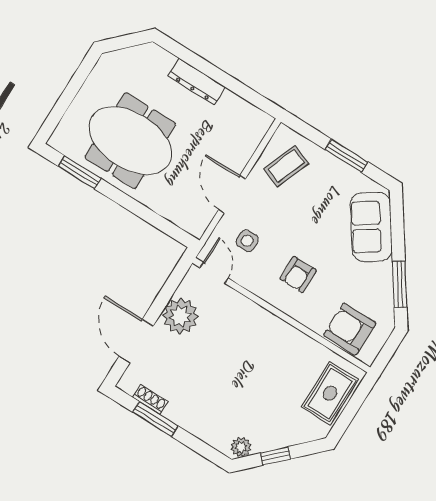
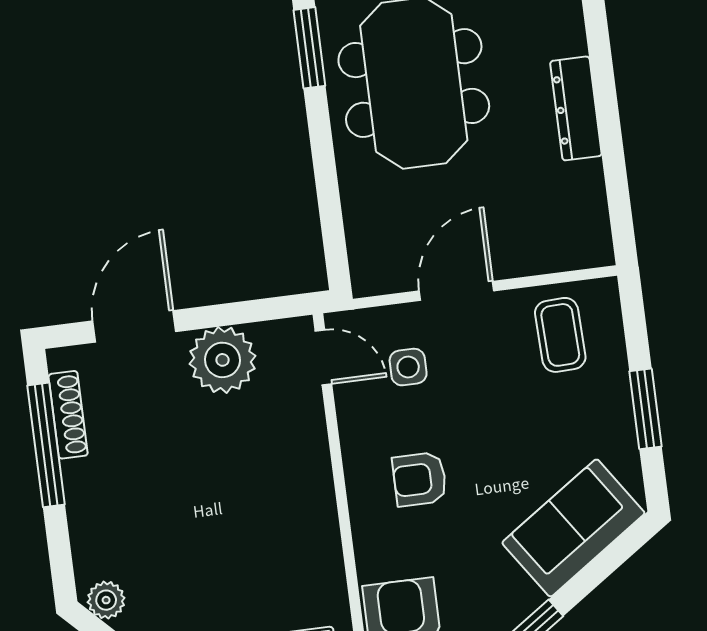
coffee table: (286, 166) -> (560, 335), turned 67
door: (214, 273) -> (323, 357), hinge flipped
shoe rack: (150, 399) -> (68, 415), width x1.43
window: (155, 419) -> (46, 445), width x1.44

